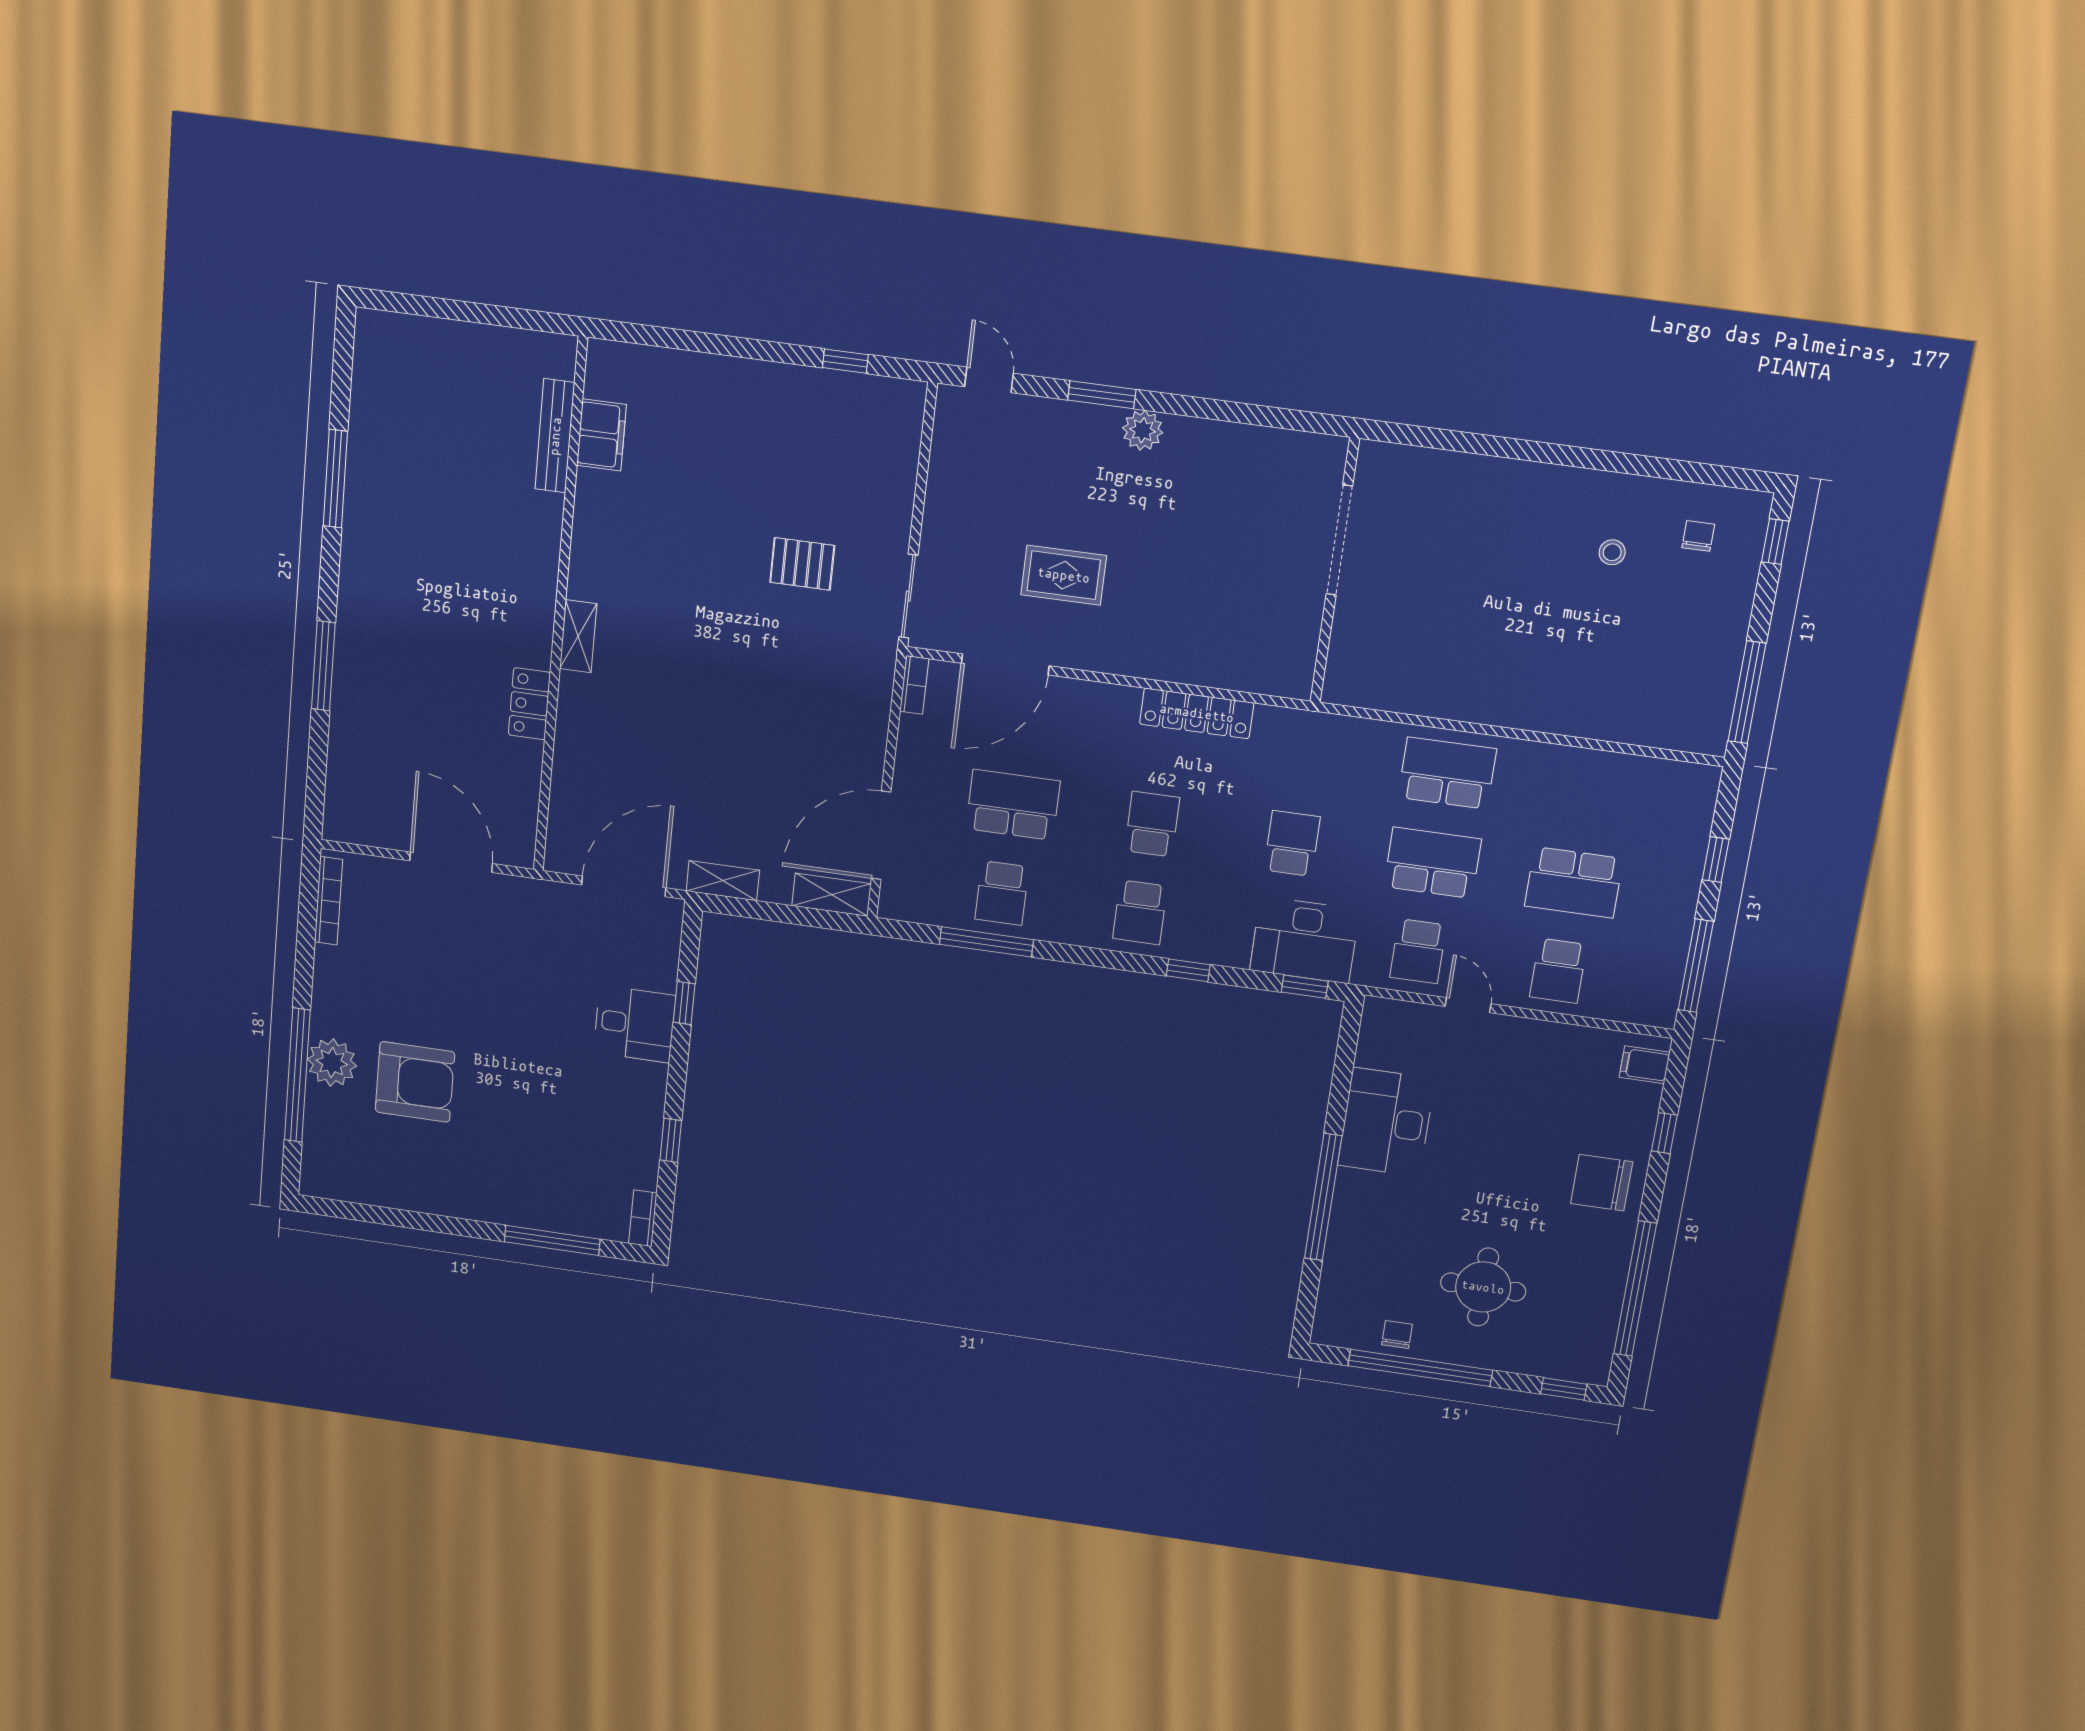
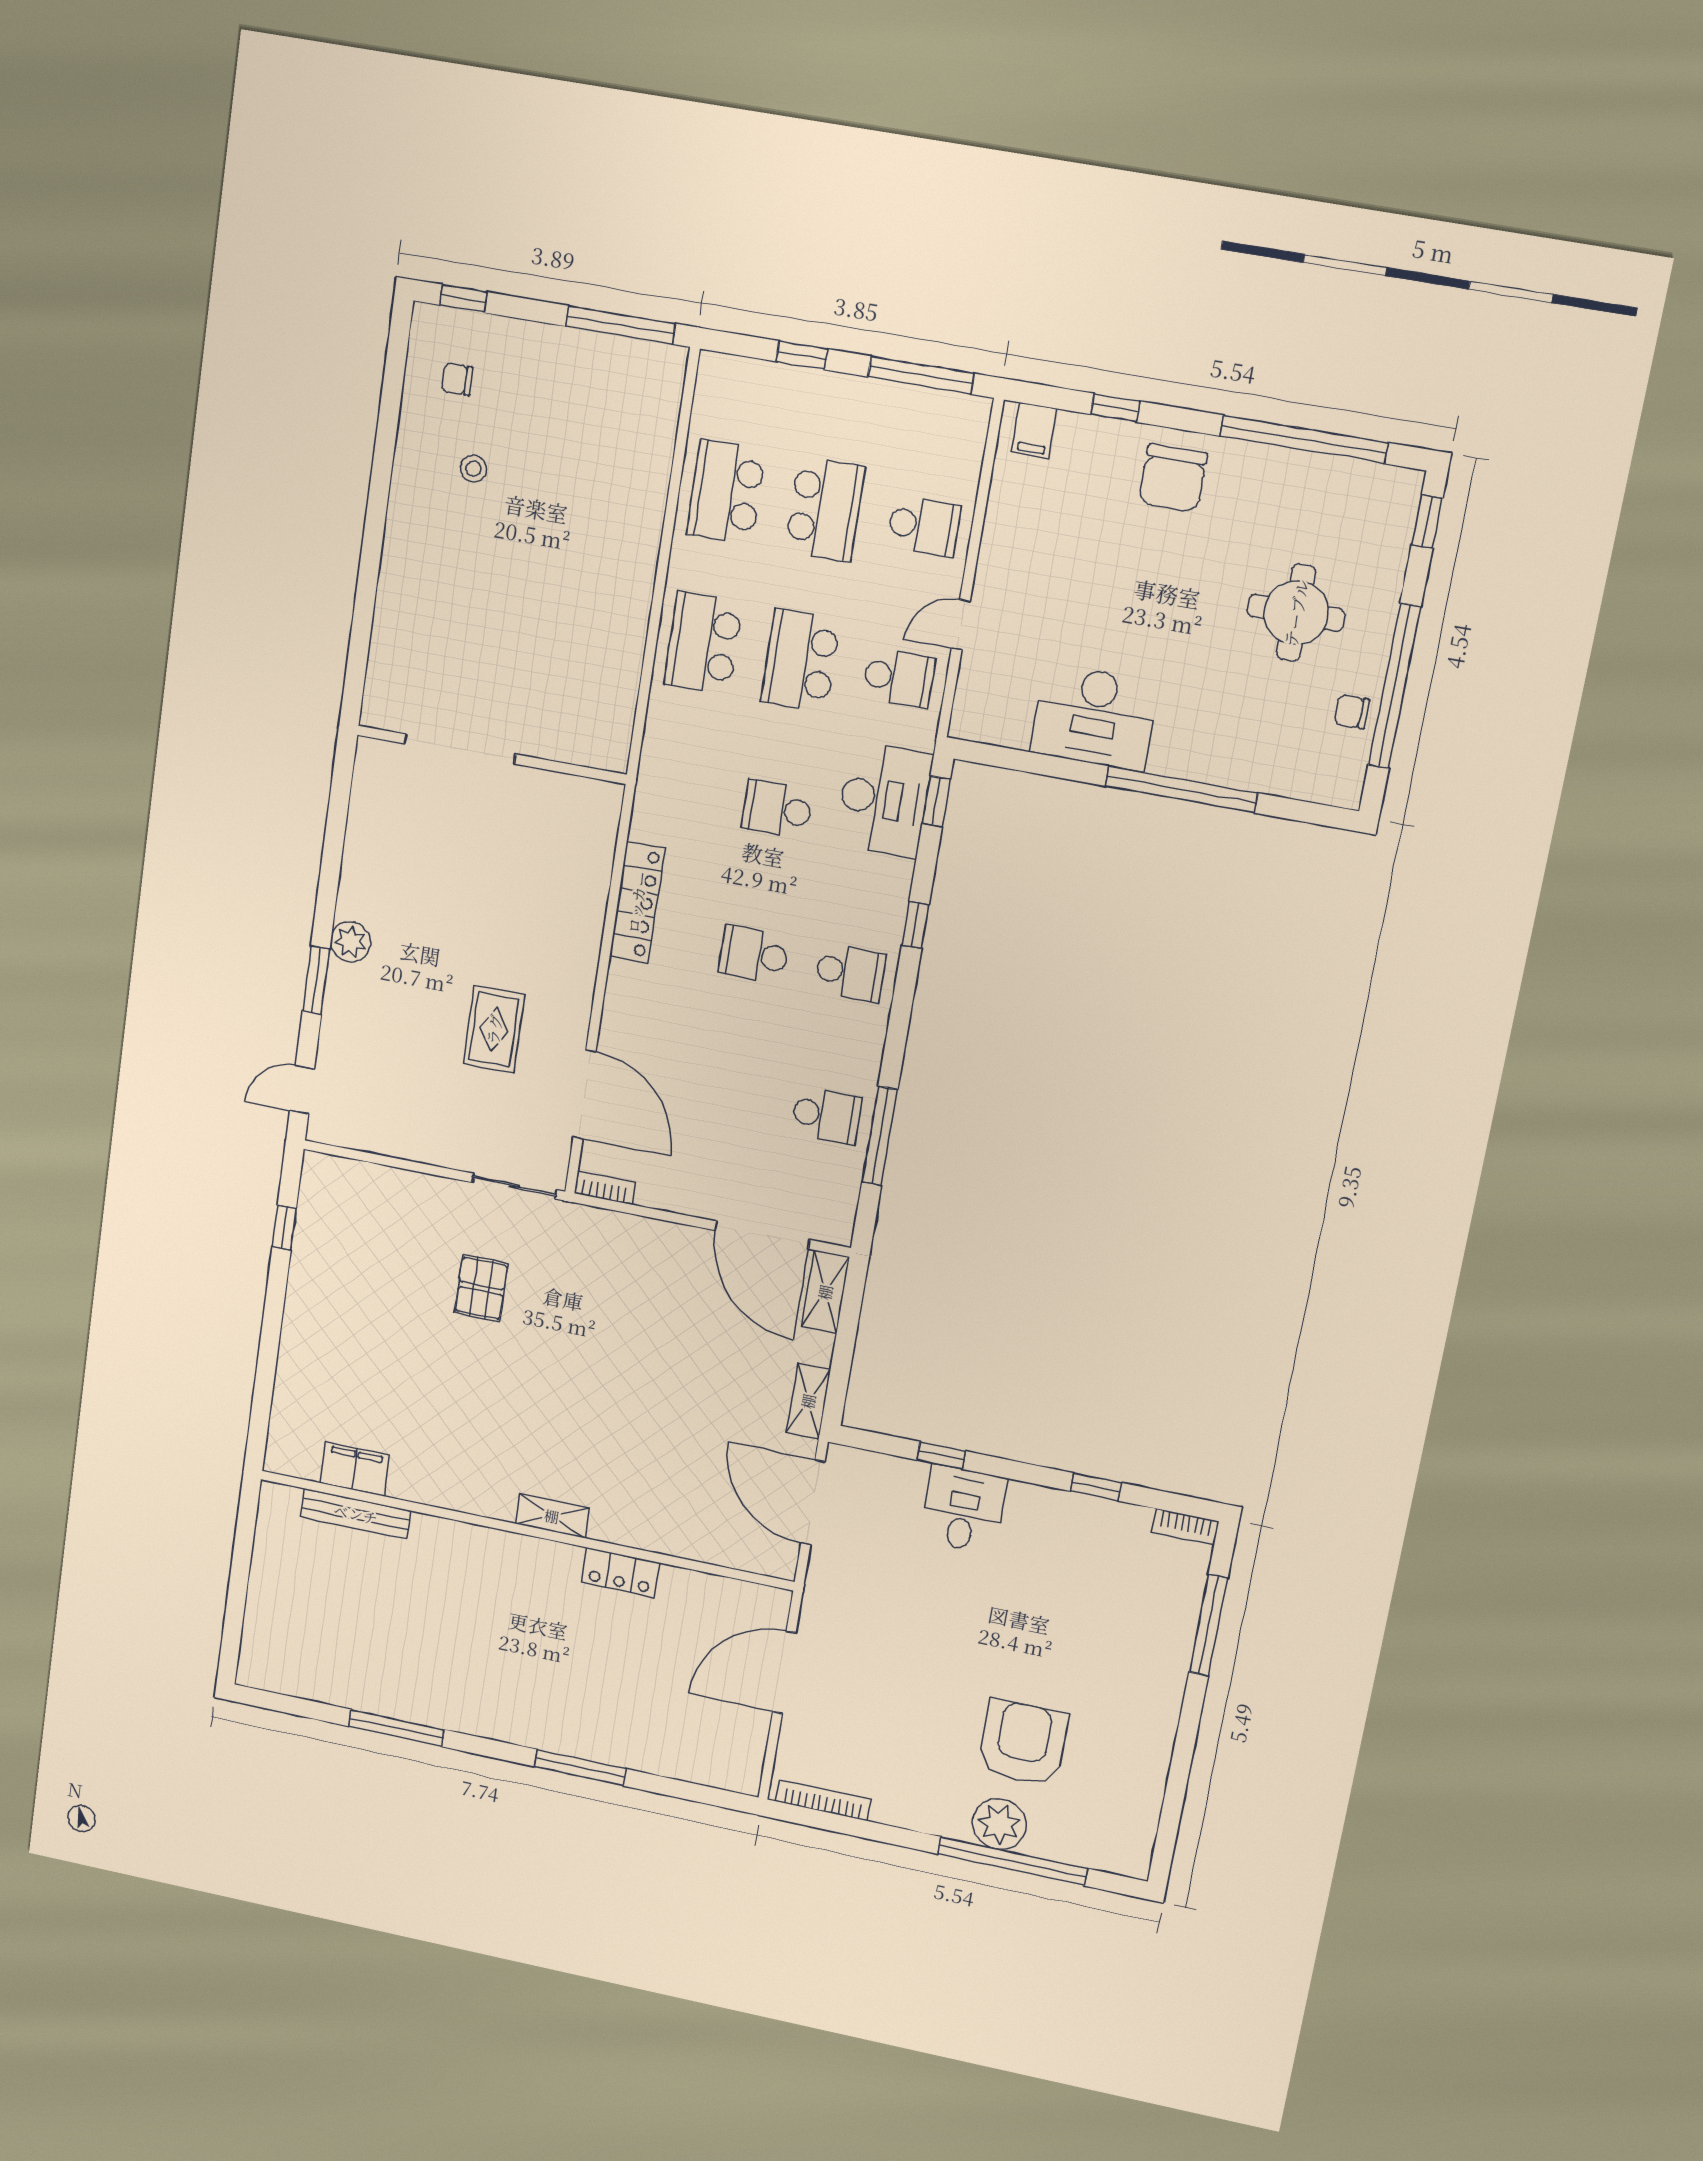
school desk: (1013, 805) -> (726, 492), moved

